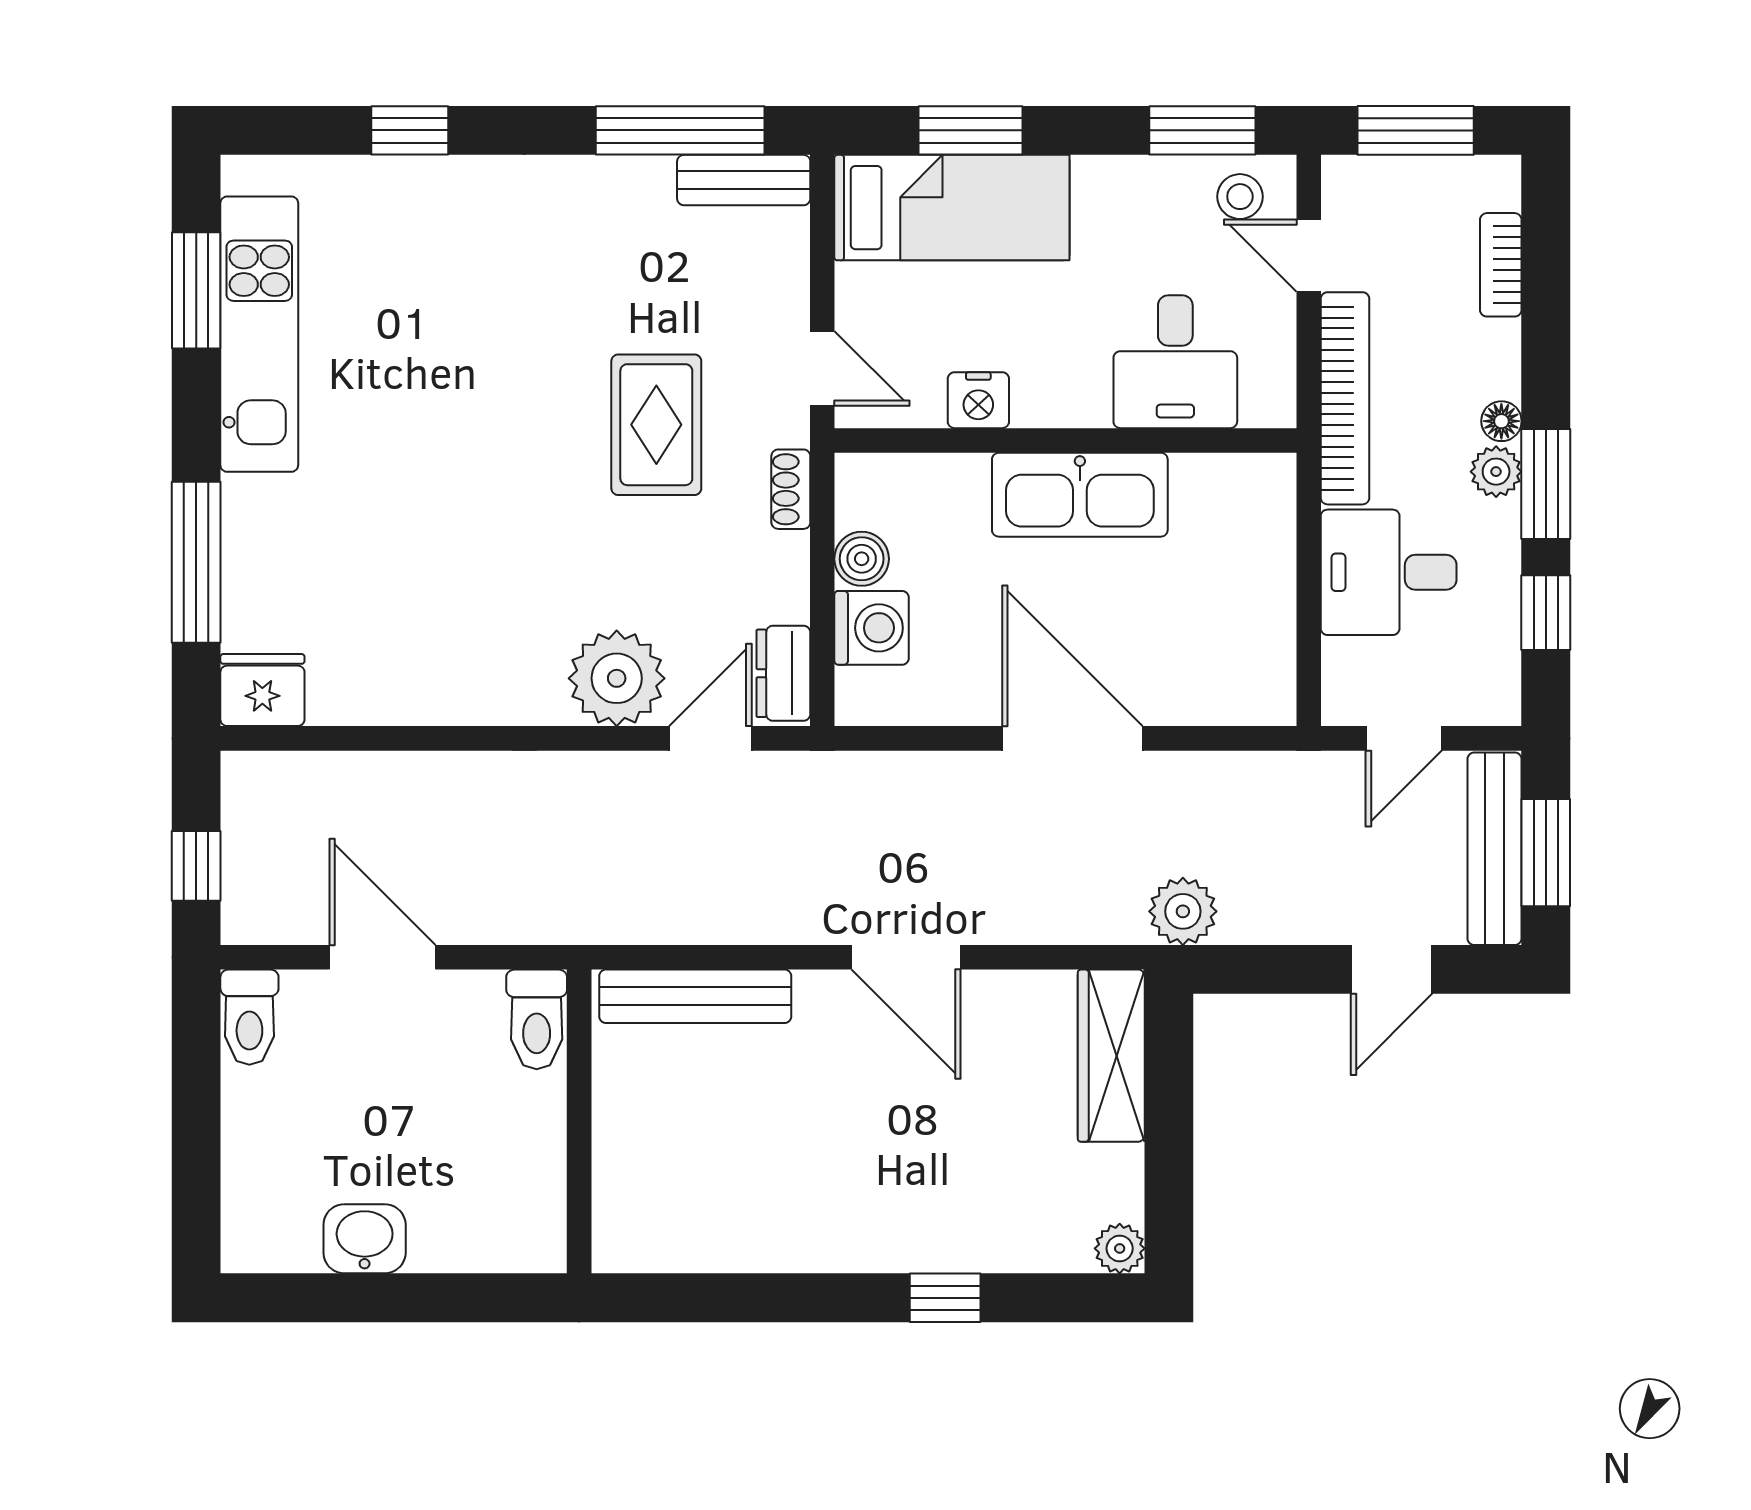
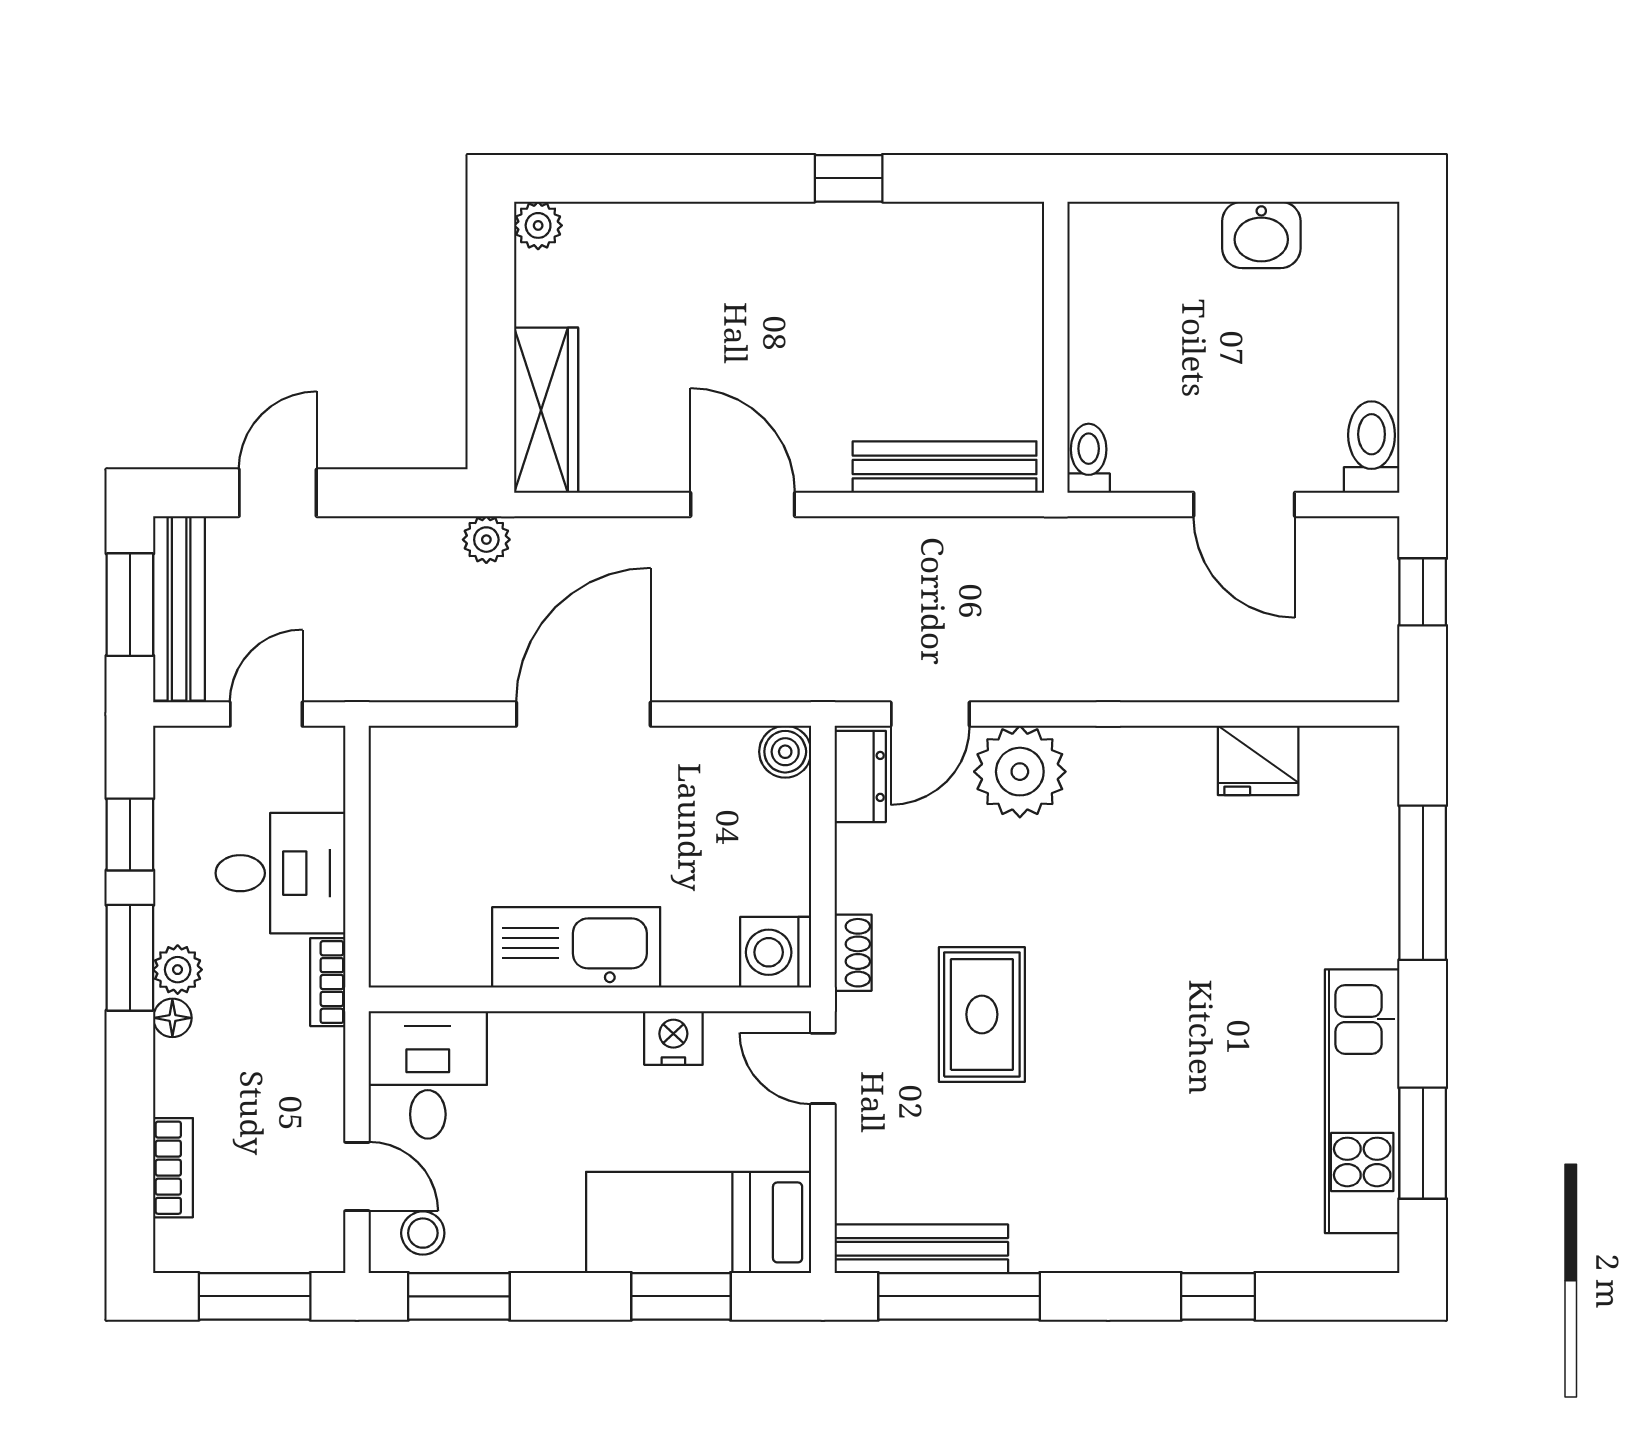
bench: (744, 180) -> (921, 1249), width x1.36
desk: (1175, 362) -> (428, 1075), moved
bookcase: (1345, 398) -> (328, 982), width x0.43, depth x0.76
boiler: (862, 559) -> (785, 752), moved
washing machine: (872, 628) -> (776, 952), moved
fridge: (262, 690) -> (1258, 760), moved
door: (1072, 738) -> (583, 714), swing flipped
plant: (1183, 911) -> (486, 540), width x0.73, depth x0.73
toilet: (537, 1019) -> (1089, 458), width x0.73, depth x0.72
window: (945, 1298) -> (849, 178), moved

